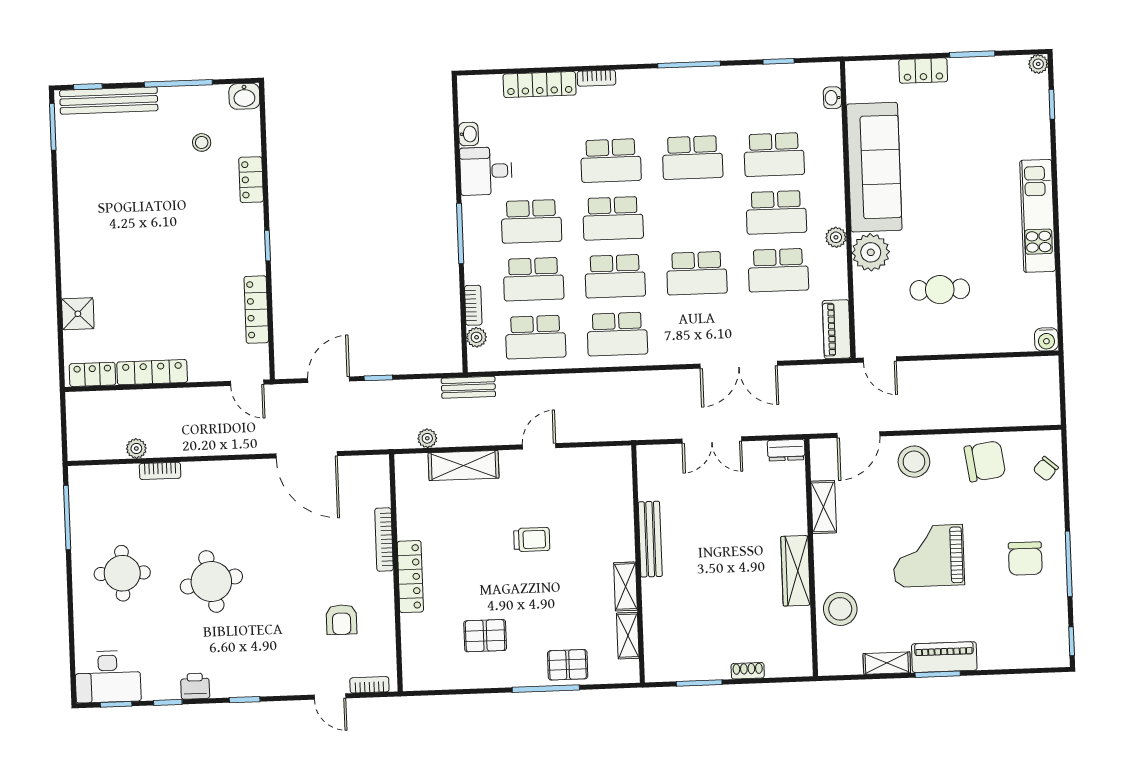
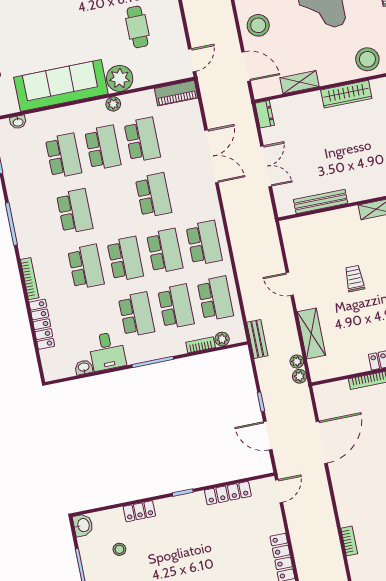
bookcase: (596, 78) -> (30, 279), width x1.56
plant: (136, 448) -> (299, 376), moved
bench: (650, 539) -> (321, 201), moved

